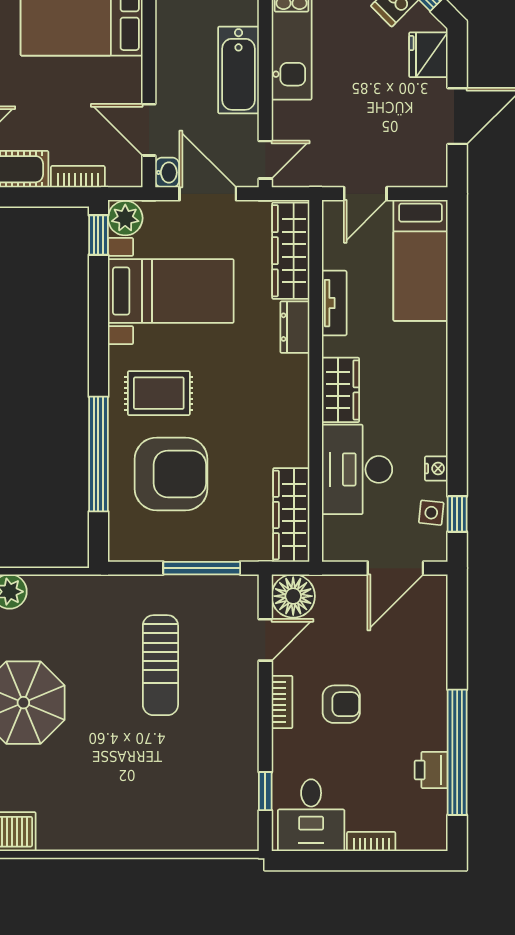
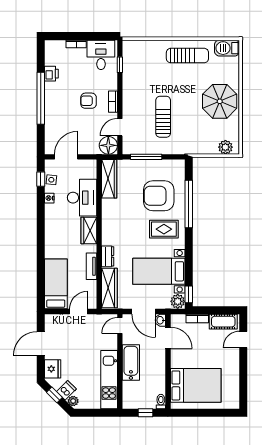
window: (457, 752) -> (41, 98), moved
sun lounger: (102, 814) -> (187, 56), added

